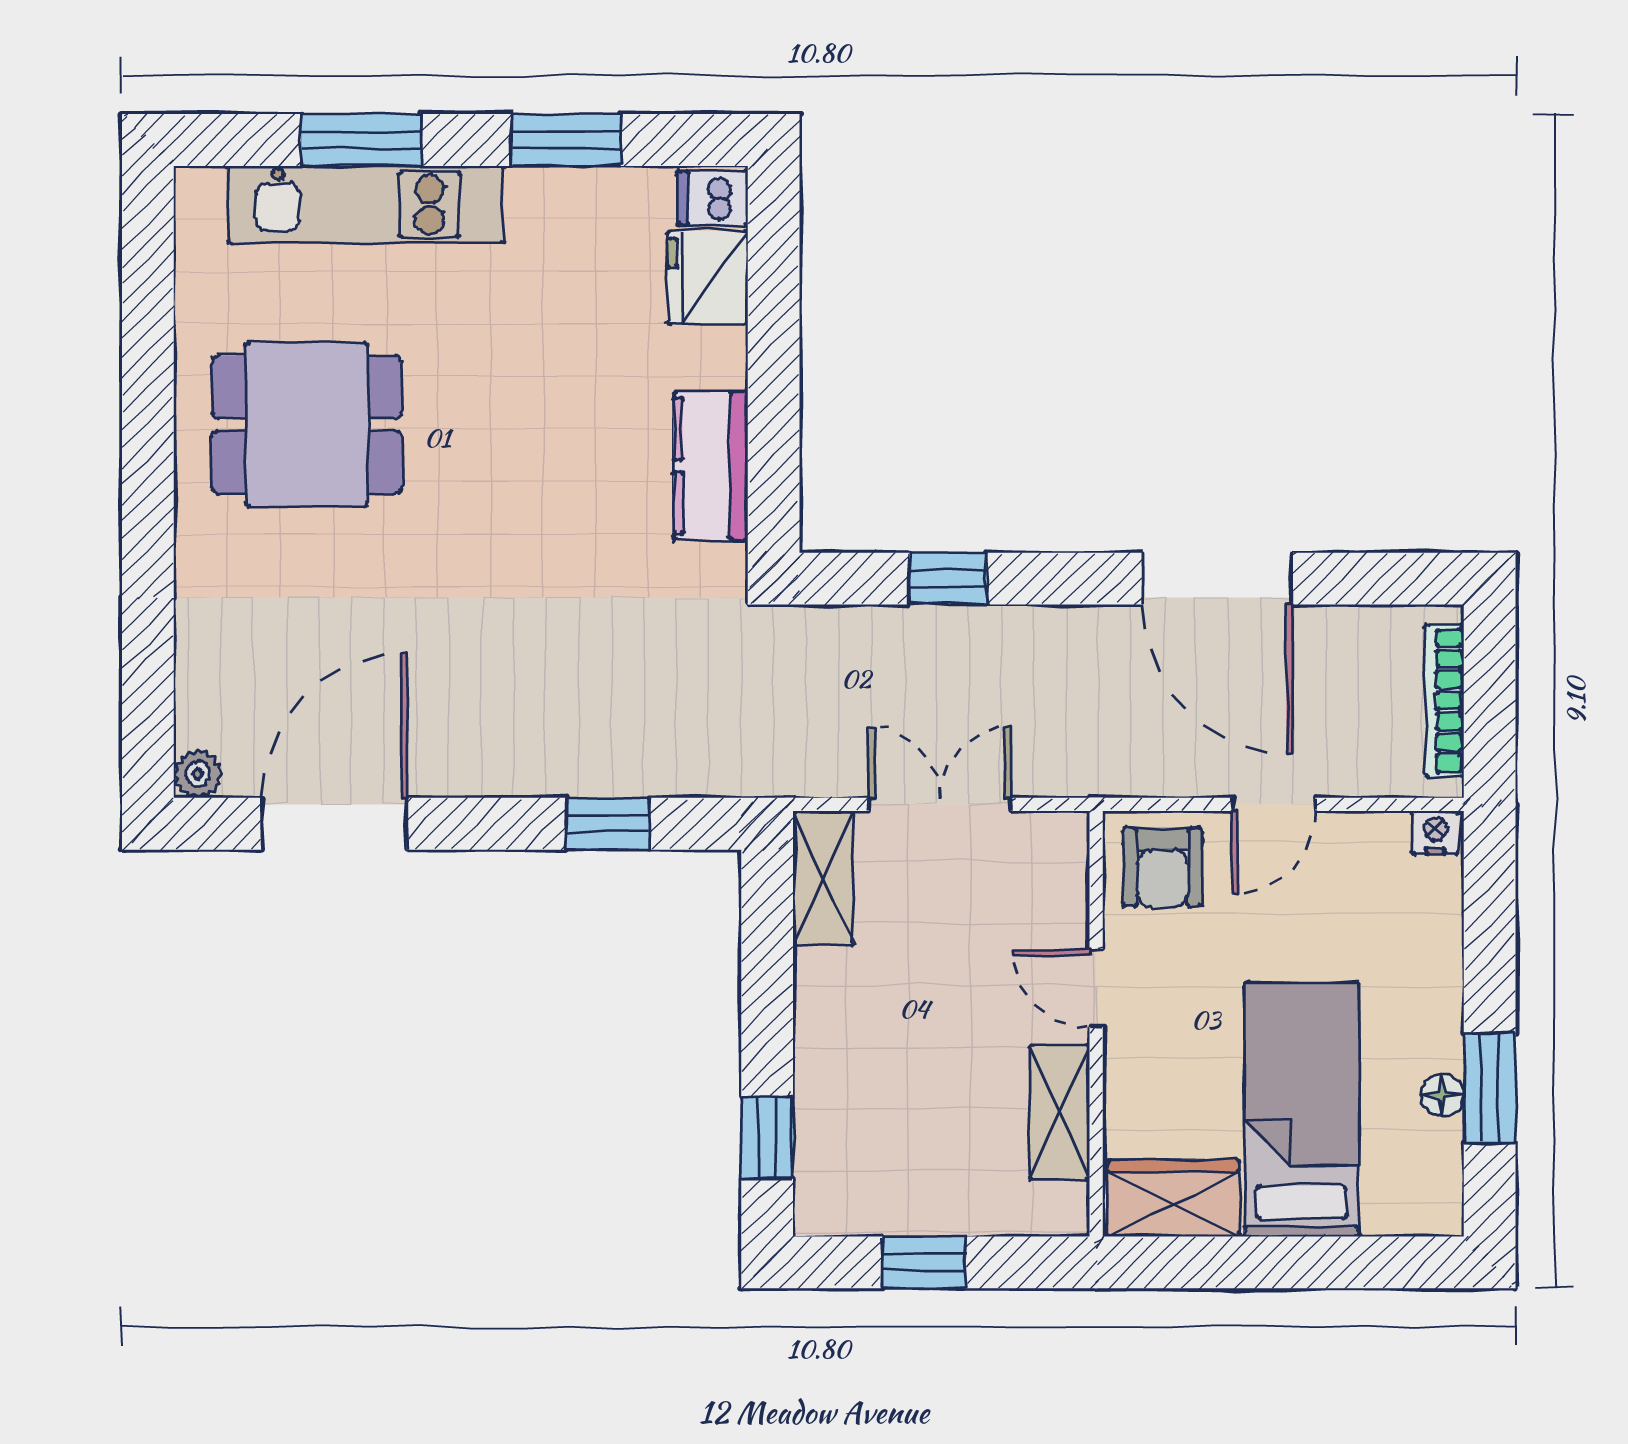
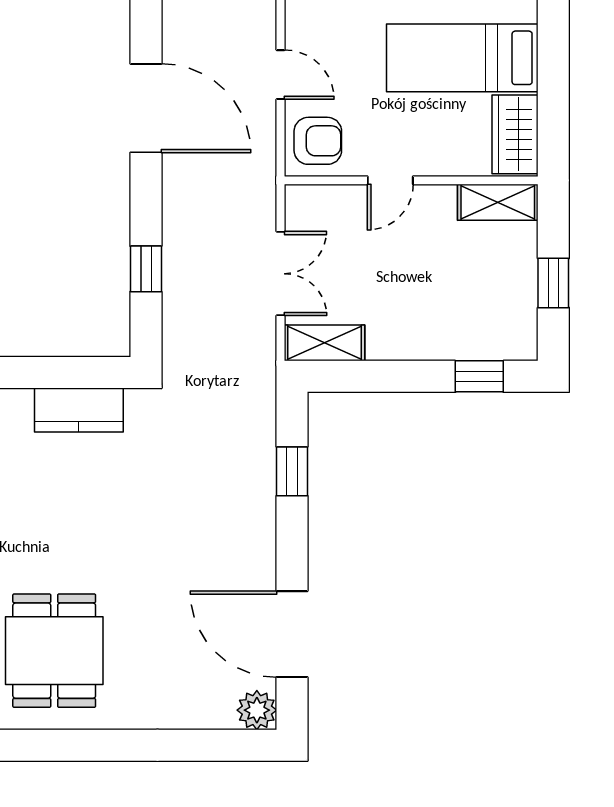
door: (1217, 579) -> (146, 108), hinge flipped
plant: (198, 774) -> (257, 710), width x1.38, depth x1.38
double door: (940, 804) -> (280, 274), swing flipped
shelving: (1059, 1112) -> (498, 202), moved

